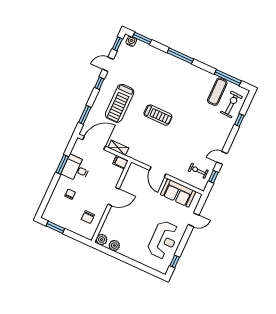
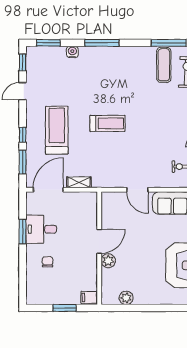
water cooler: (131, 41) -> (72, 52), moved
window: (99, 83) -> (23, 135), moved
treadmill: (120, 103) -> (57, 130), turned 180
filing cabinet: (121, 162) -> (89, 297), moved
chair: (88, 217) -> (80, 279), removed
window: (55, 227) -> (65, 308), moved
plant: (102, 240) -> (108, 261), moved

